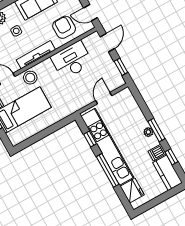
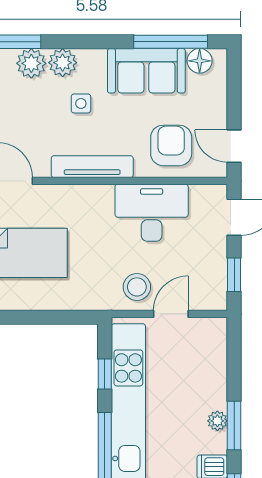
stool: (30, 78) -> (137, 287), moved

